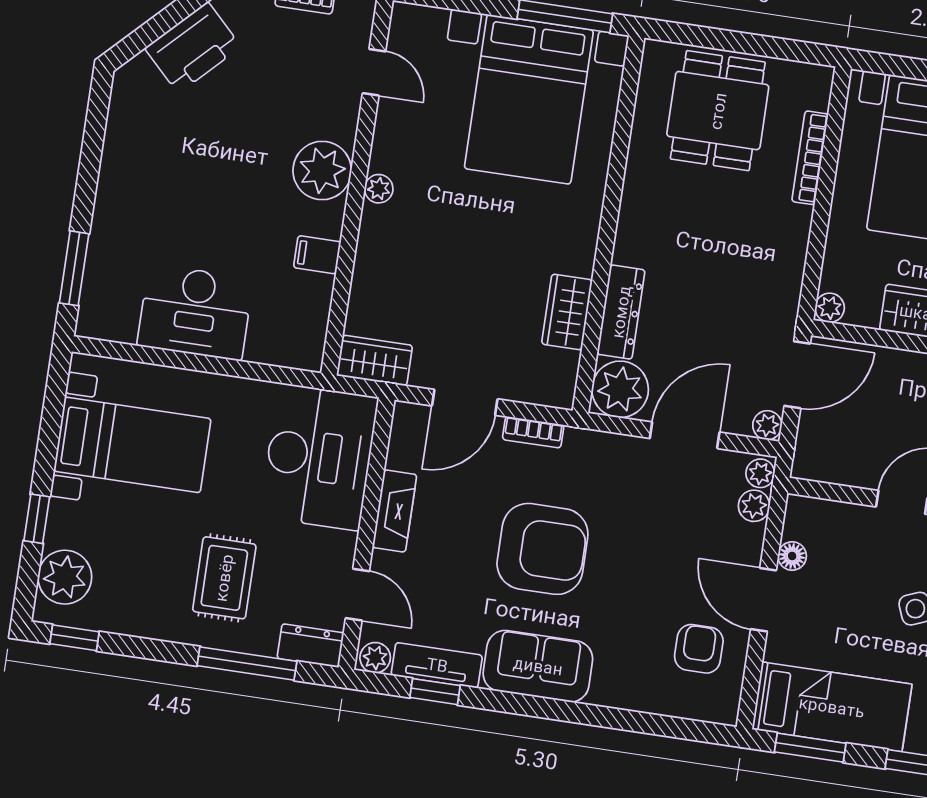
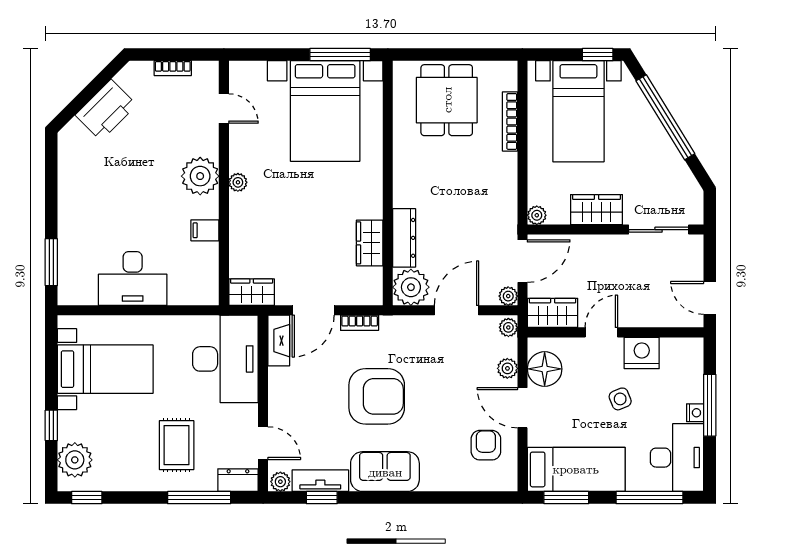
wardrobe: (831, 461) -> (553, 313), added
plant: (754, 506) -> (507, 368), moved
fireplace: (395, 511) -> (279, 341), moved
floor lamp: (792, 556) -> (545, 369), width x1.89, depth x1.89

